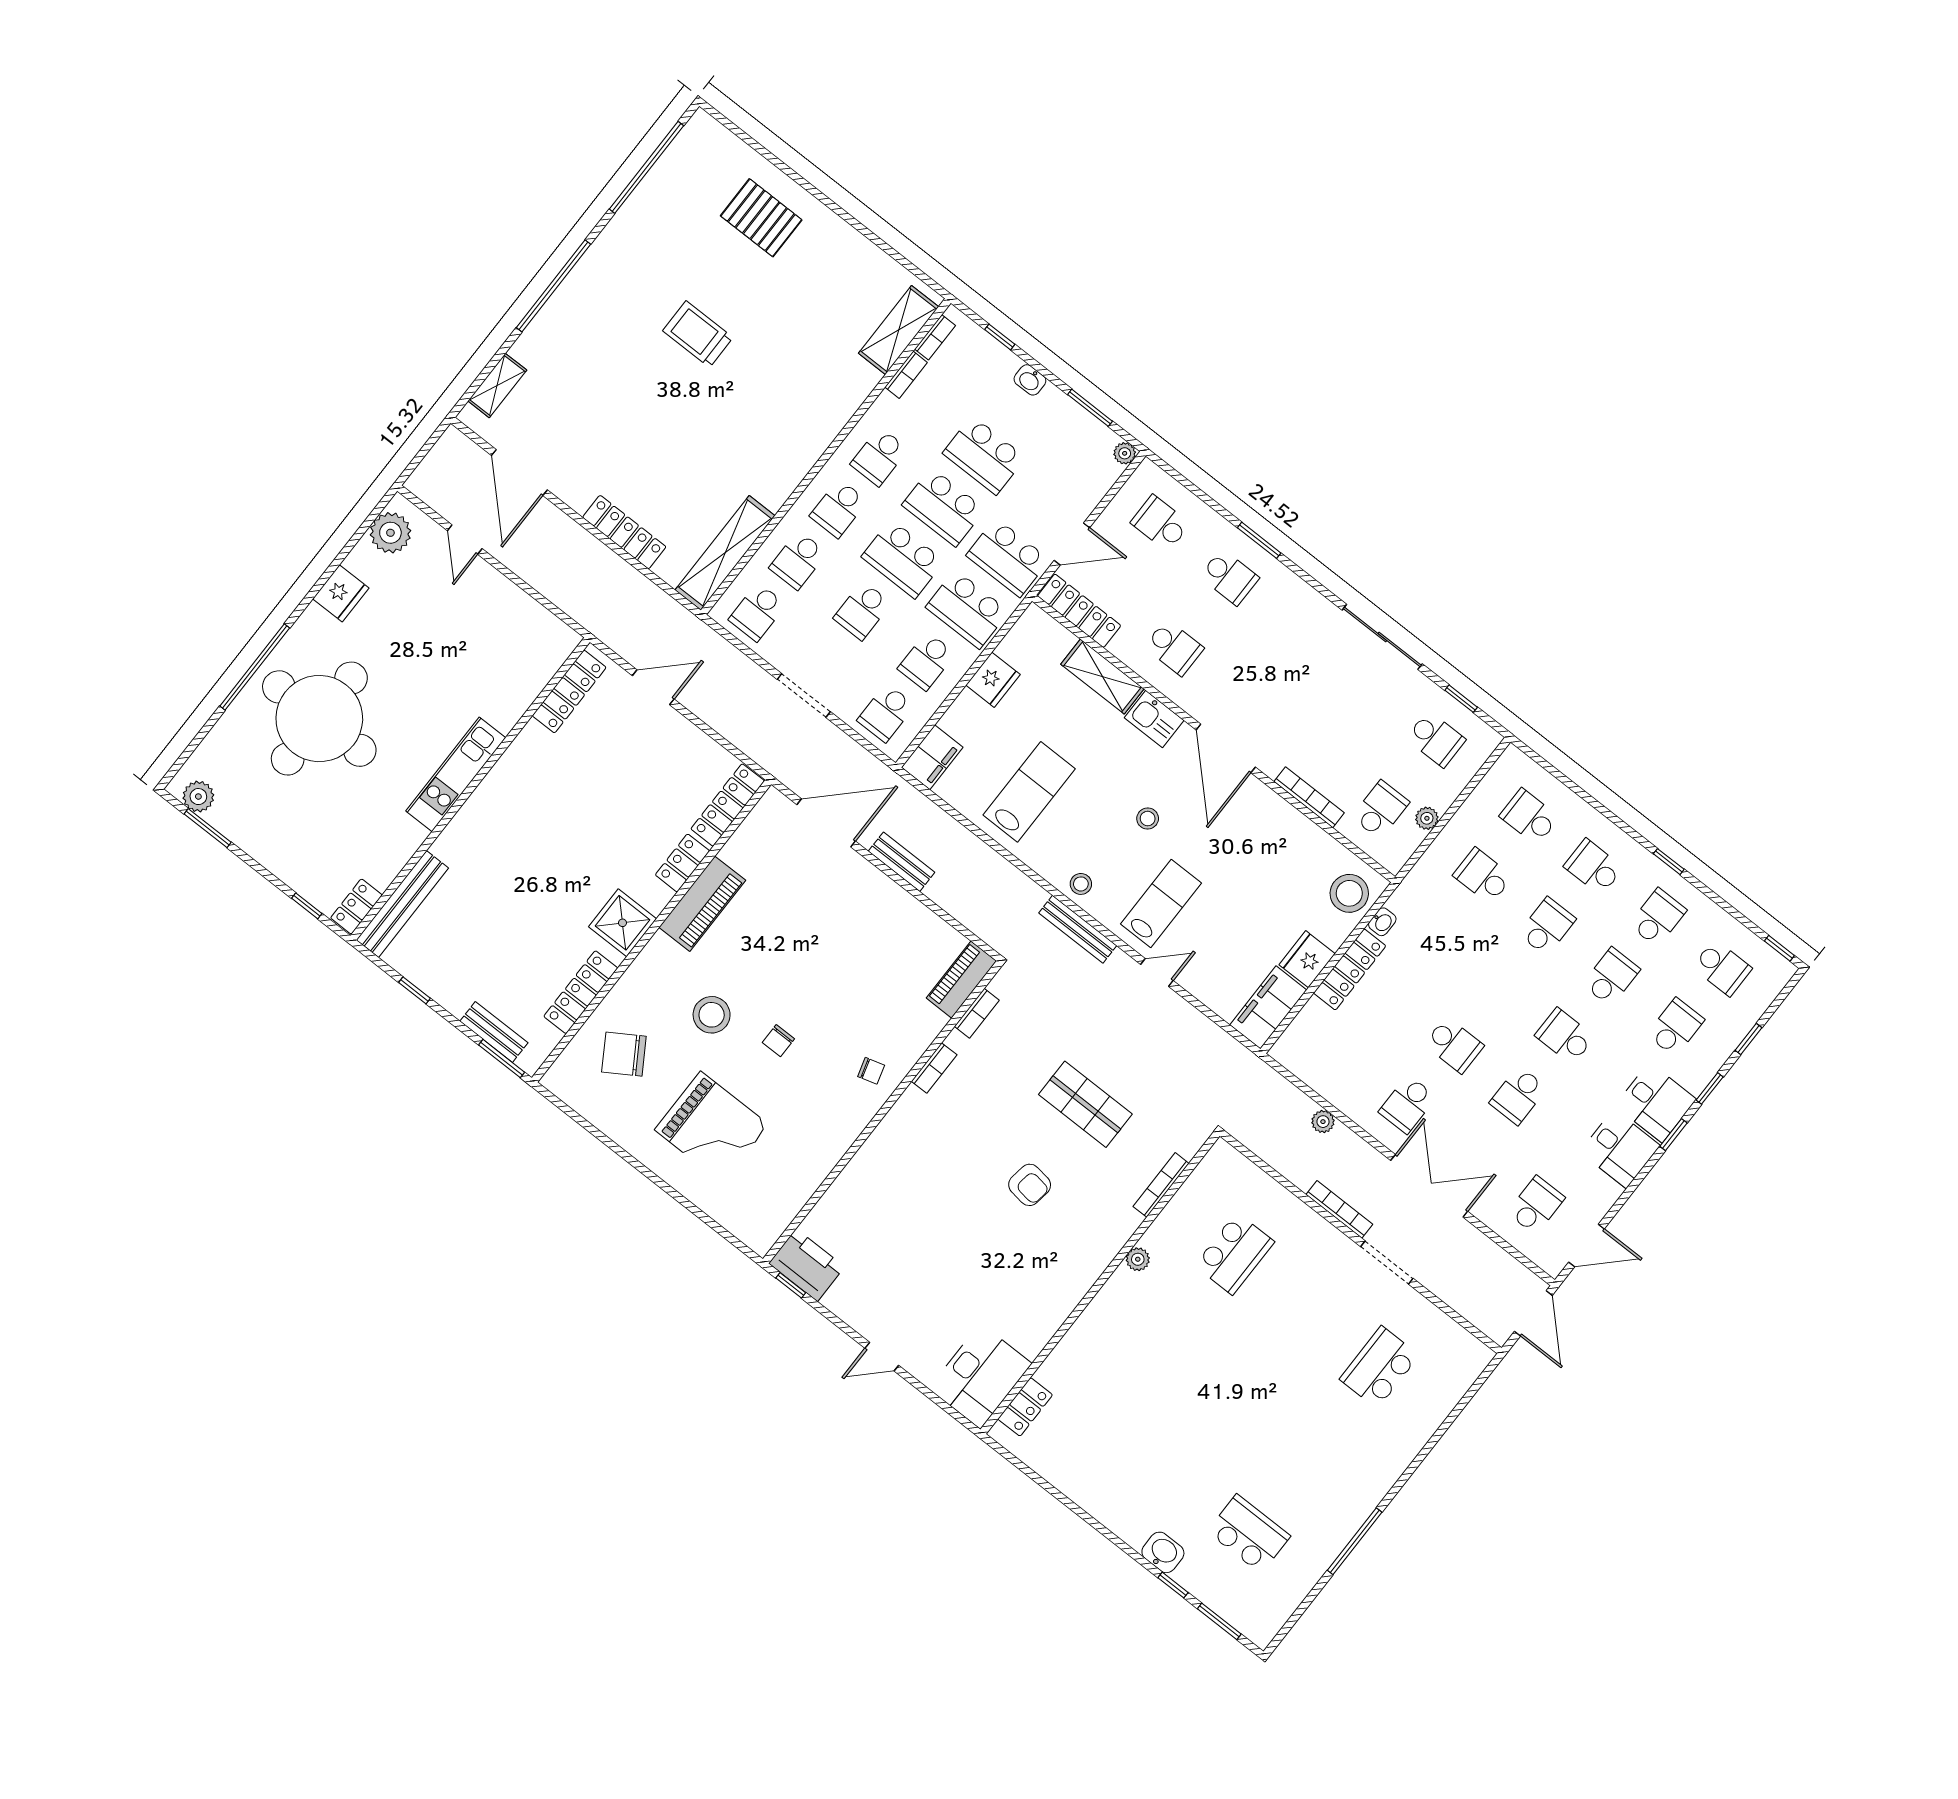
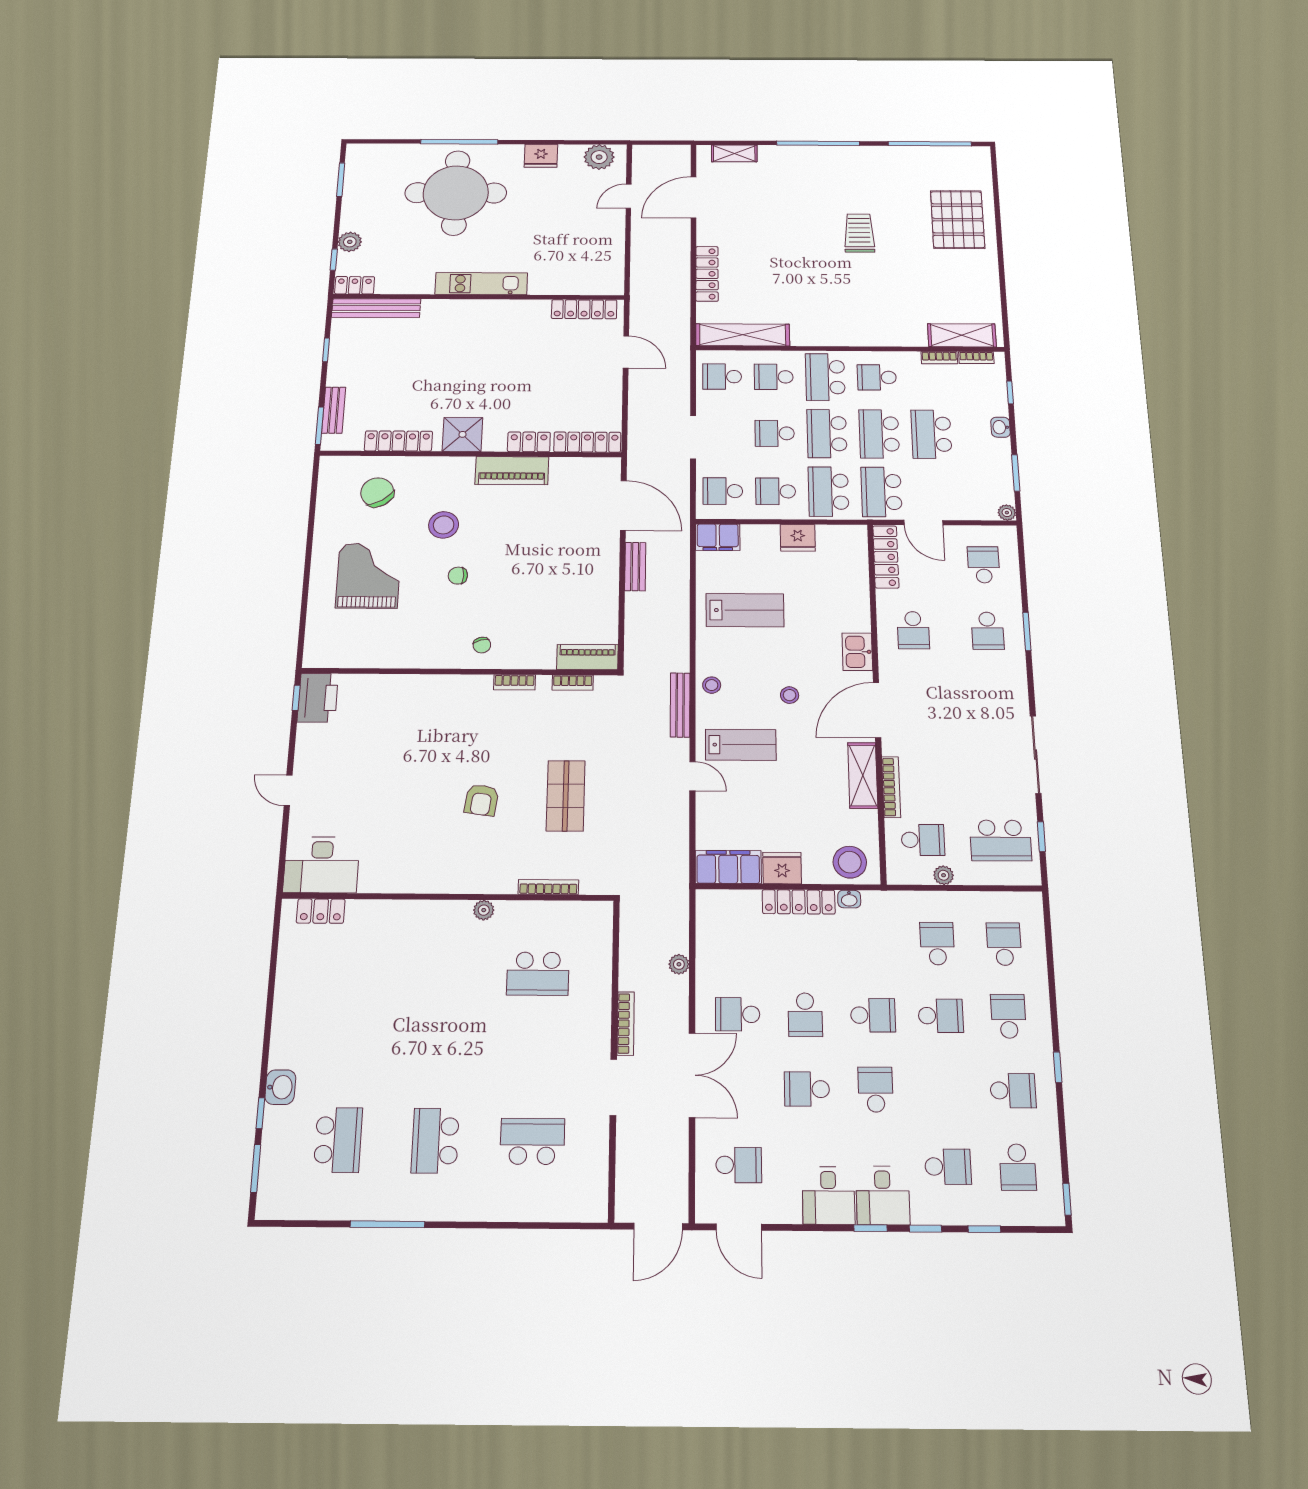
pallet: (761, 218) -> (958, 220), width x1.37, depth x1.41
school desk: (839, 509) -> (825, 377), width x1.85
shelving: (1102, 677) -> (863, 775), moved
school desk: (1436, 739) -> (1001, 840), width x1.85
plant: (198, 797) -> (350, 242), moved
school desk: (1611, 977) -> (873, 1015), moved
grand piano: (712, 1127) -> (368, 576), turned 180
school desk: (1314, 1451) -> (435, 1141), added

